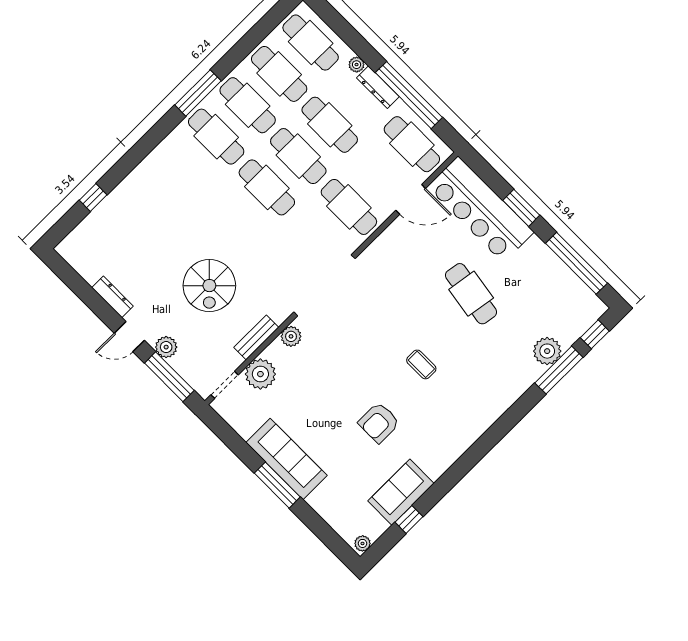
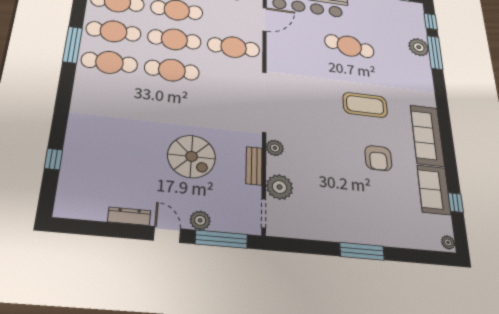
door: (129, 337) -> (167, 234), swing flipped
coffee table: (421, 364) -> (365, 105), width x1.86, depth x1.72
sofa: (287, 459) -> (427, 135), moved, turned -90

